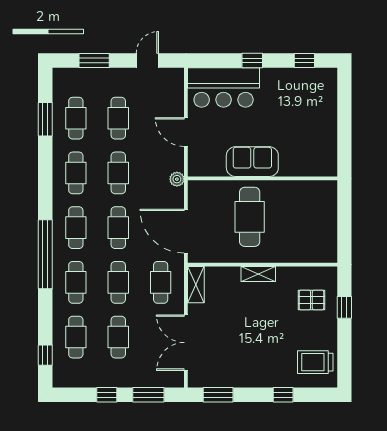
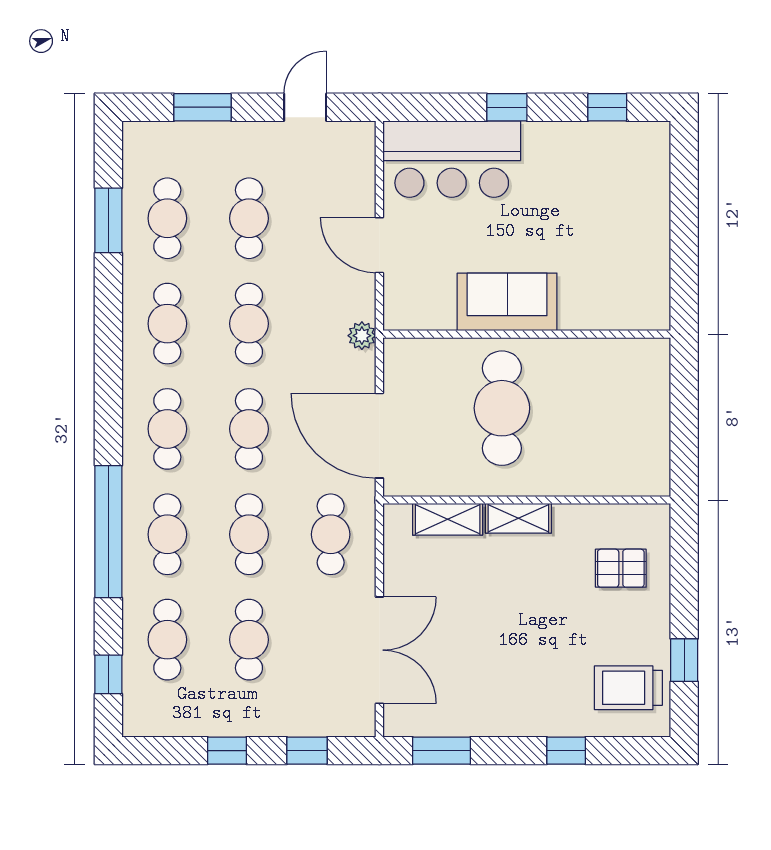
window: (45, 254) -> (108, 532), moved
shelving: (196, 285) -> (448, 519), moved, turned 90
window: (344, 307) -> (684, 660), moved
double door: (186, 343) -> (379, 650), swing flipped
window: (148, 395) -> (307, 751), width x0.67

